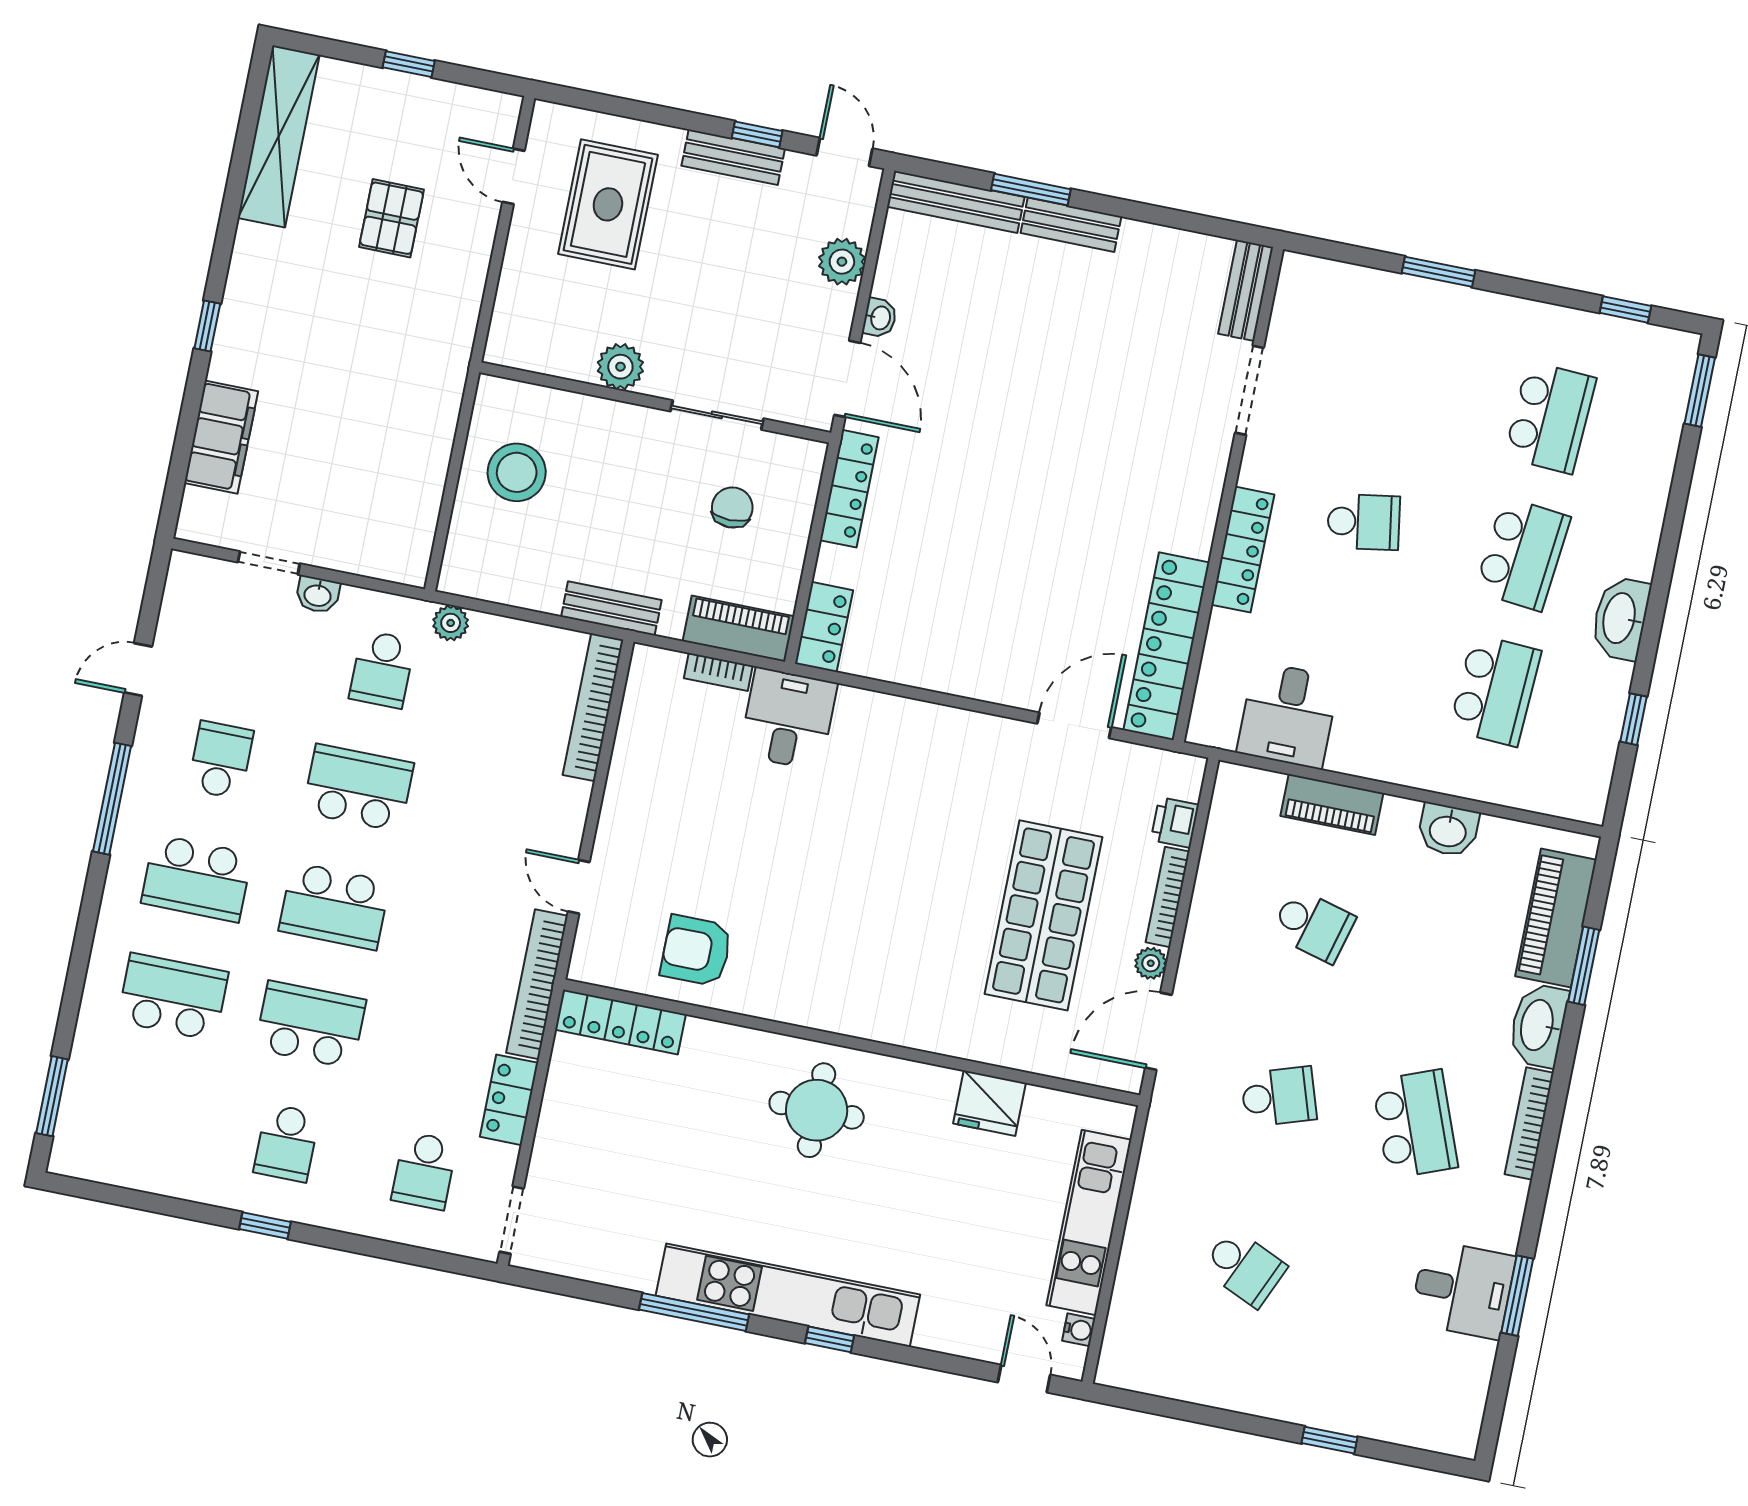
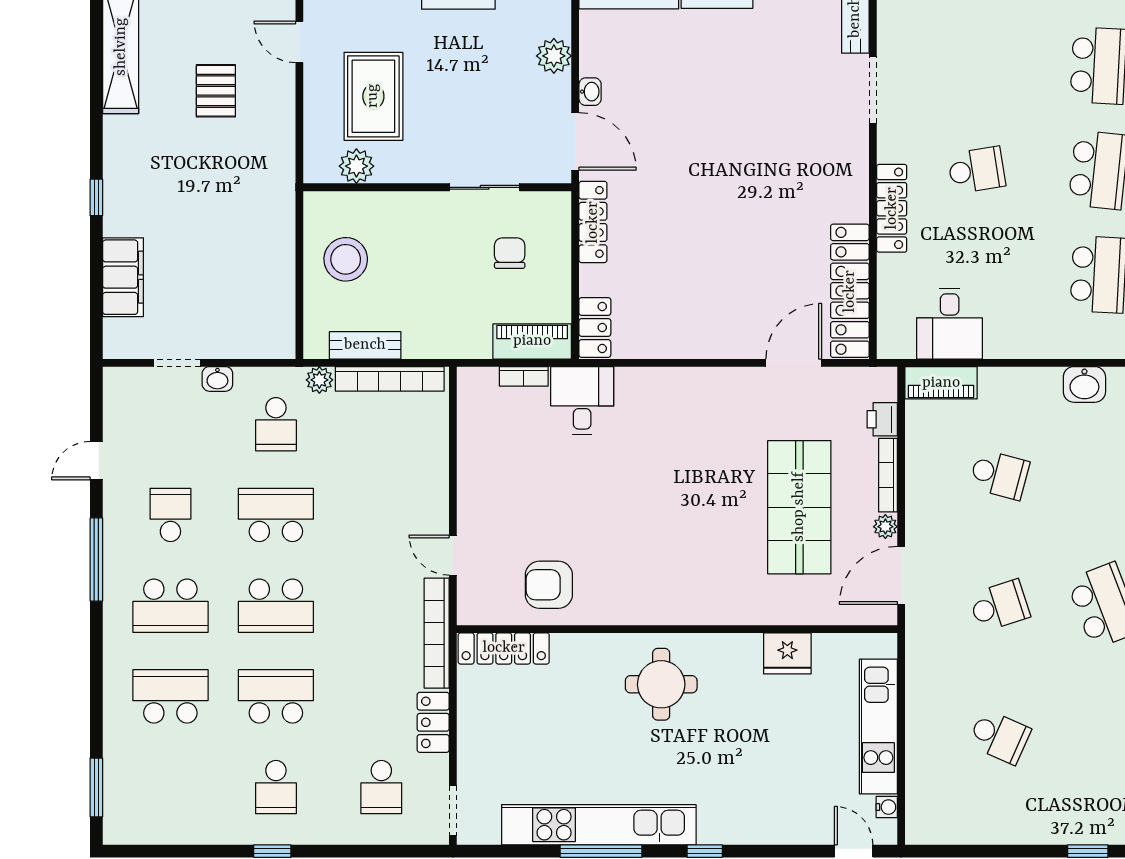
rug: (608, 204) -> (373, 96), moved
plant: (620, 367) -> (356, 166), moved
bench: (611, 608) -> (365, 345), moved
bookcase: (593, 707) -> (390, 379), moved, turned -90
piano: (1332, 804) -> (941, 383), moved
kitchen unit: (788, 1295) -> (599, 825), moved

